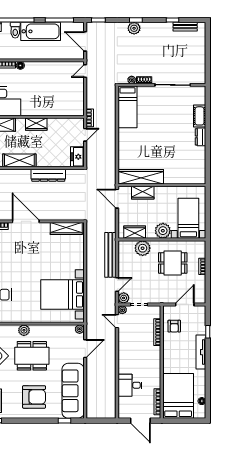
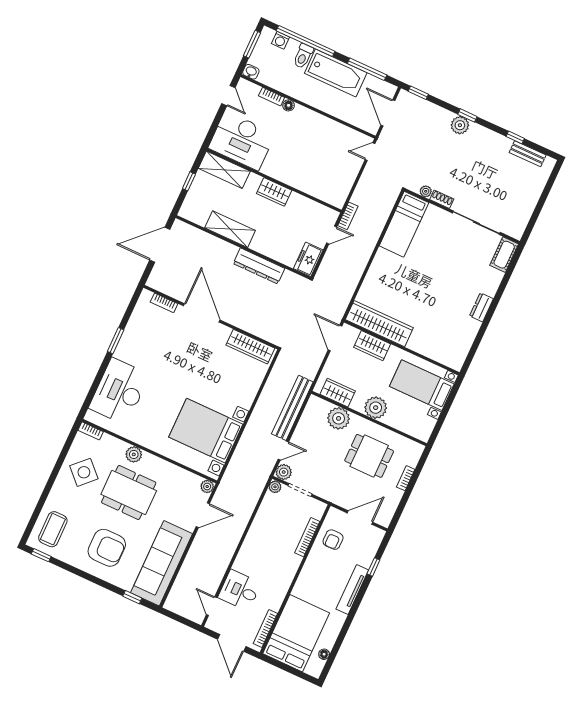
cot: (200, 116) -> (504, 255), moved
bed with nightstands: (188, 218) -> (422, 385), moved, turned -90
door: (117, 321) -> (212, 606), moved

